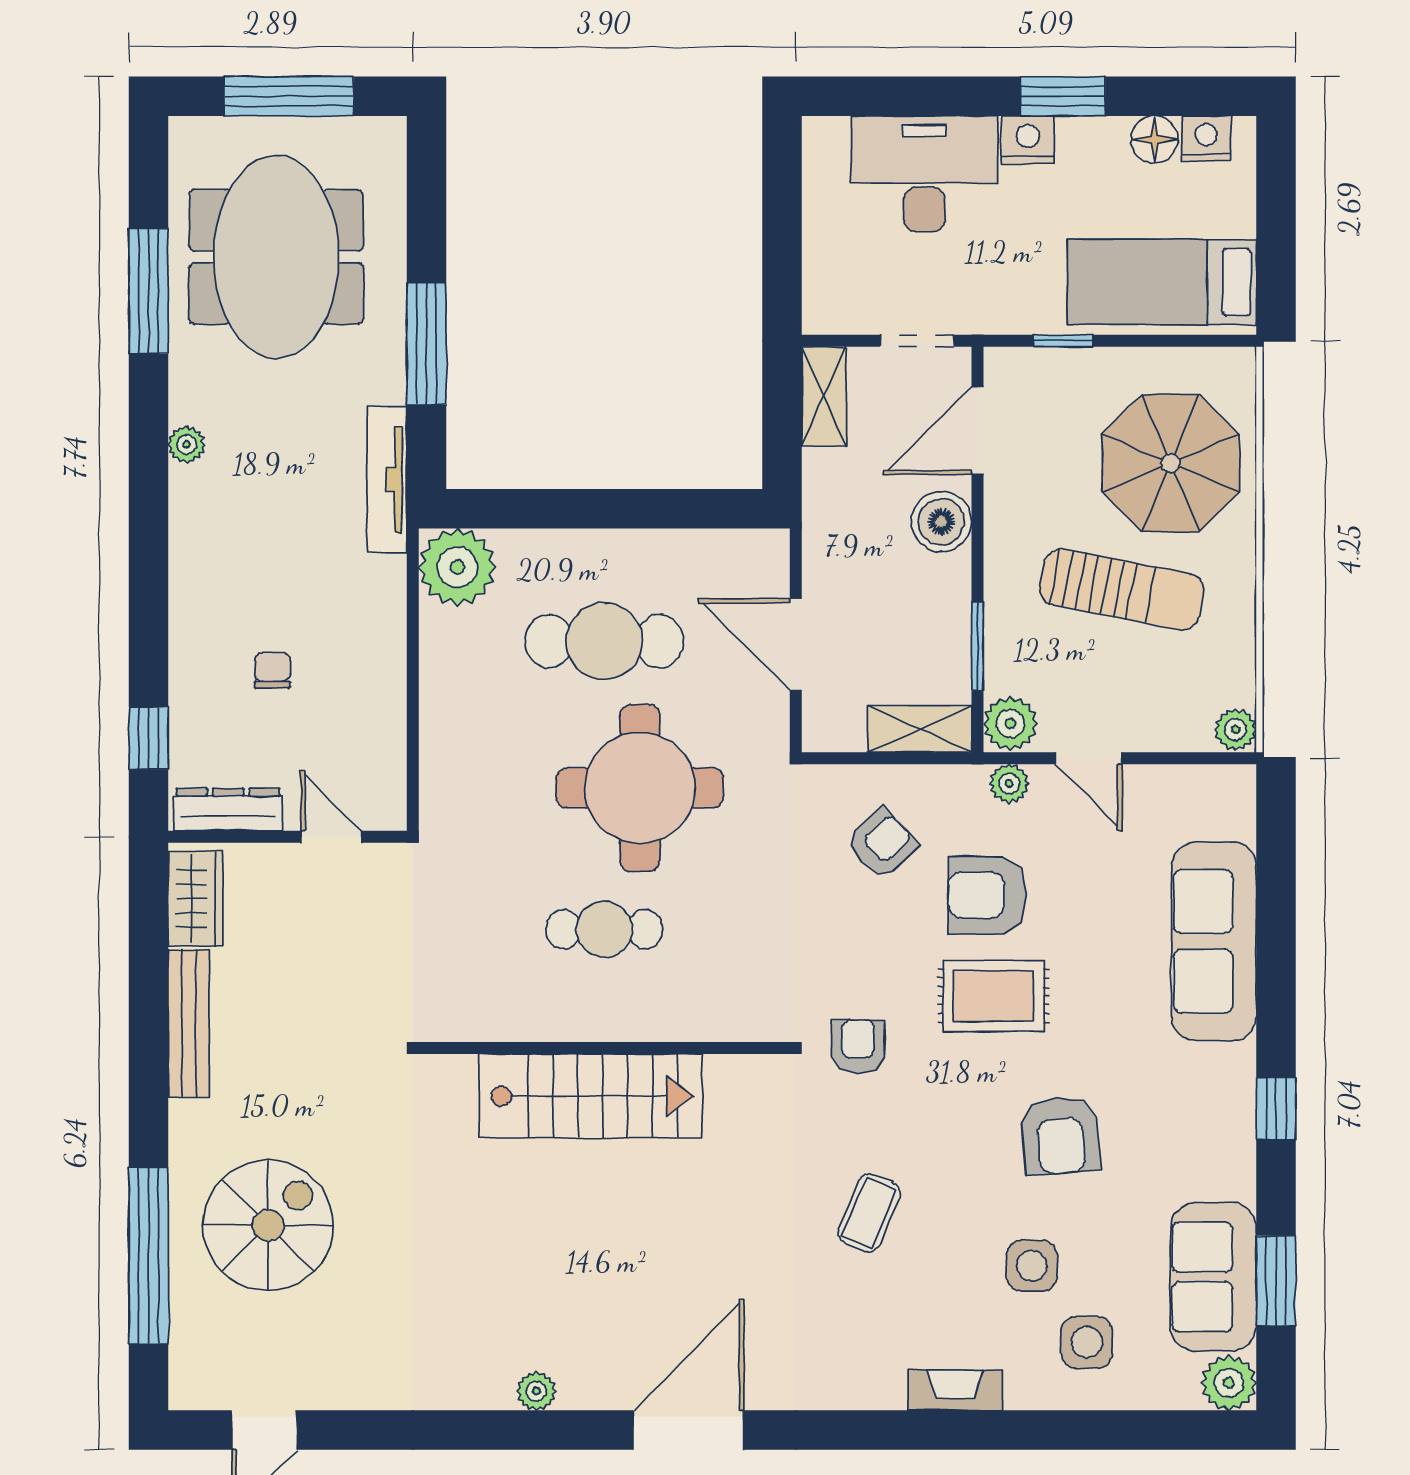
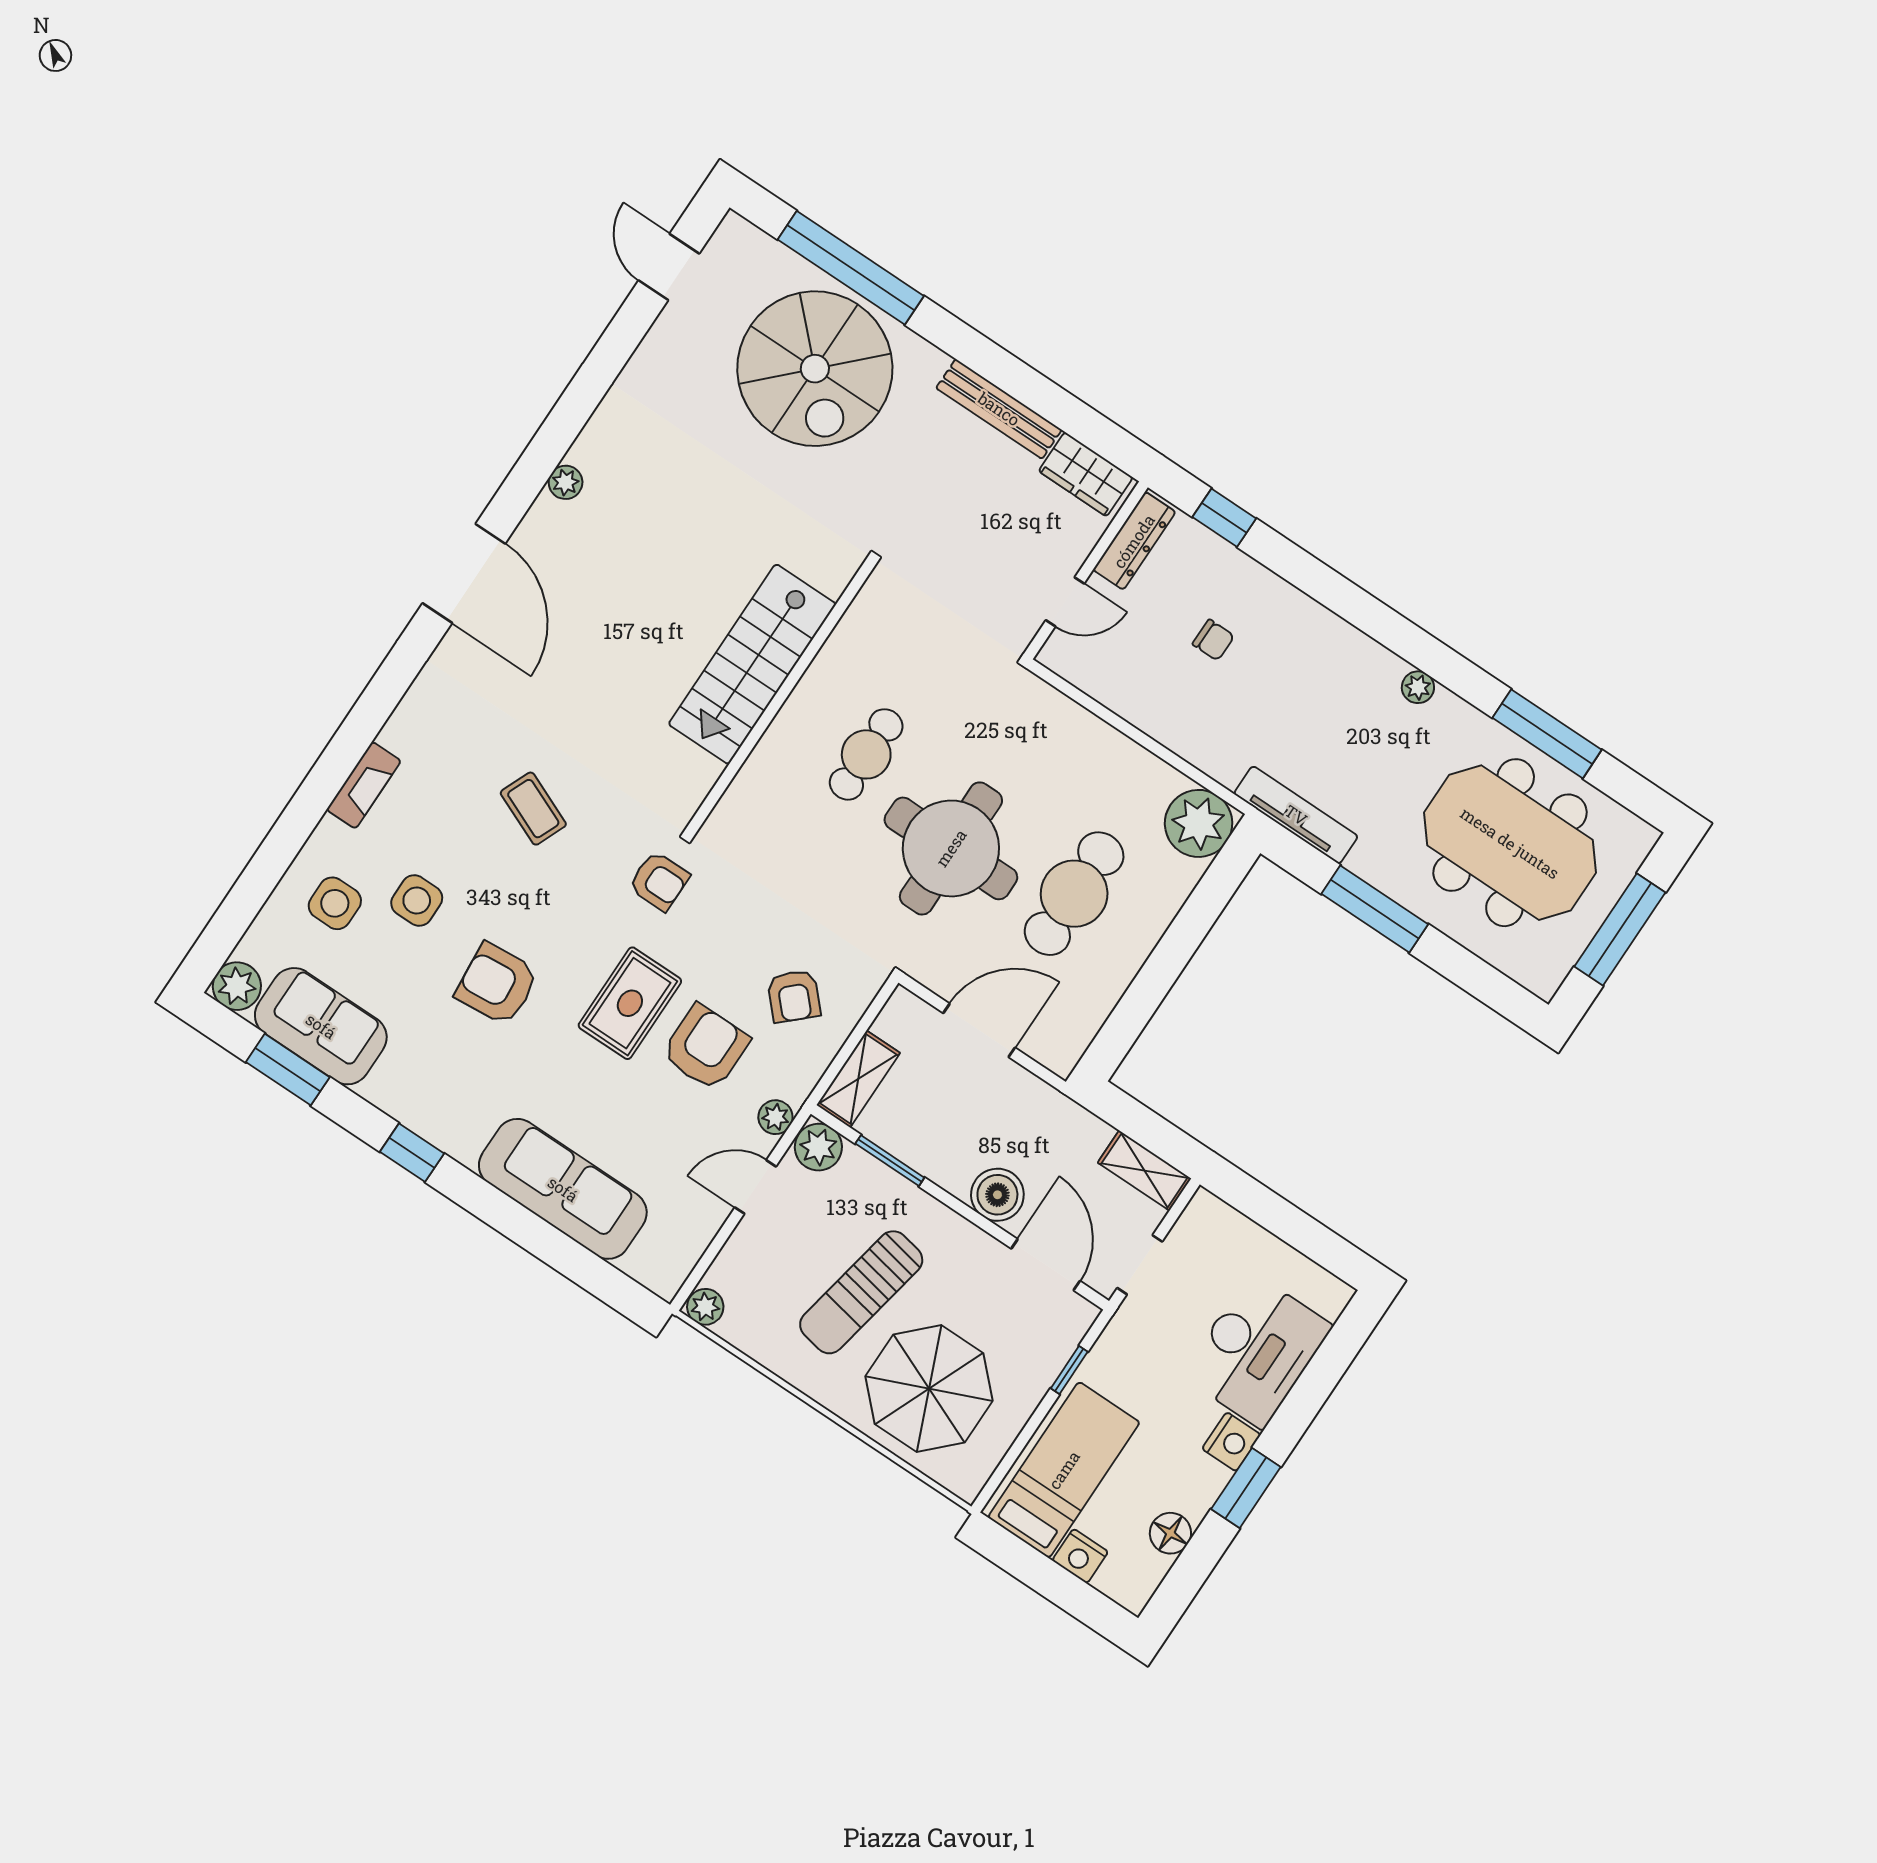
nightstand: (1206, 138) -> (1080, 1556), moved, turned 90
spiral stairs: (268, 1225) -> (815, 369), width x1.37, depth x1.37

